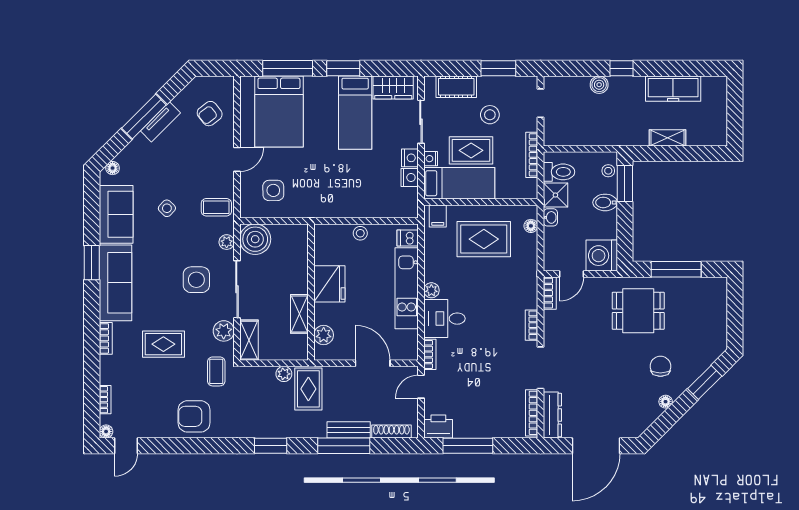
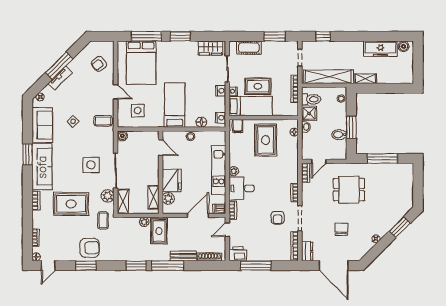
window: (621, 68) -> (323, 36), moved
boiler: (599, 85) -> (404, 46), moved
bed: (355, 113) -> (175, 105), moved, turned 180
stool: (490, 115) -> (269, 65), removed
tv unit: (160, 122) -> (60, 78), moved
shelving: (587, 135) -> (328, 77), added
shelving: (668, 138) -> (365, 79), moved
door: (237, 159) -> (116, 92), hinge flipped
nightstand: (410, 177) -> (221, 118), moved
window: (625, 184) -> (351, 127), moved
bidet: (605, 202) -> (339, 135), moved
floor lamp: (378, 210) -> (201, 122), added
dishwasher: (408, 238) -> (219, 209), moved
boiler: (255, 239) -> (122, 136), width x0.54, depth x0.54
rug: (484, 239) -> (266, 140), turned 90
plant: (227, 242) -> (109, 142), removed
door: (311, 252) -> (161, 148), added
washing machine: (602, 256) -> (337, 150), removed
fridge: (329, 284) -> (172, 180), moved
dining table: (638, 311) -> (349, 190), moved
shelving: (299, 314) -> (154, 197), moved
rug: (163, 344) -> (71, 204), width x1.36, depth x1.43
door: (373, 363) -> (198, 215), hinge flipped
chair: (660, 366) -> (341, 229), moved
armchair: (504, 367) -> (278, 218), added
dresser: (552, 415) -> (307, 251), width x0.70
armchair: (194, 416) -> (90, 248), turned 180
window: (188, 446) -> (86, 266), added
window: (344, 446) -> (168, 266), moved
door: (596, 446) -> (334, 266), hinge flipped

